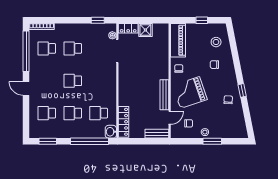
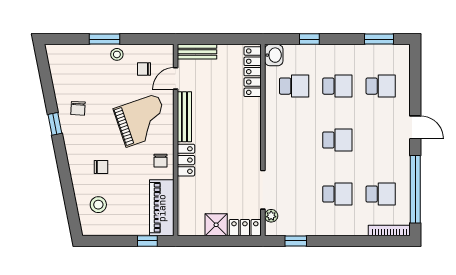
window: (202, 20) -> (147, 241), moved
locker: (163, 69) -> (186, 160), added
window: (89, 141) -> (309, 39), width x0.32

